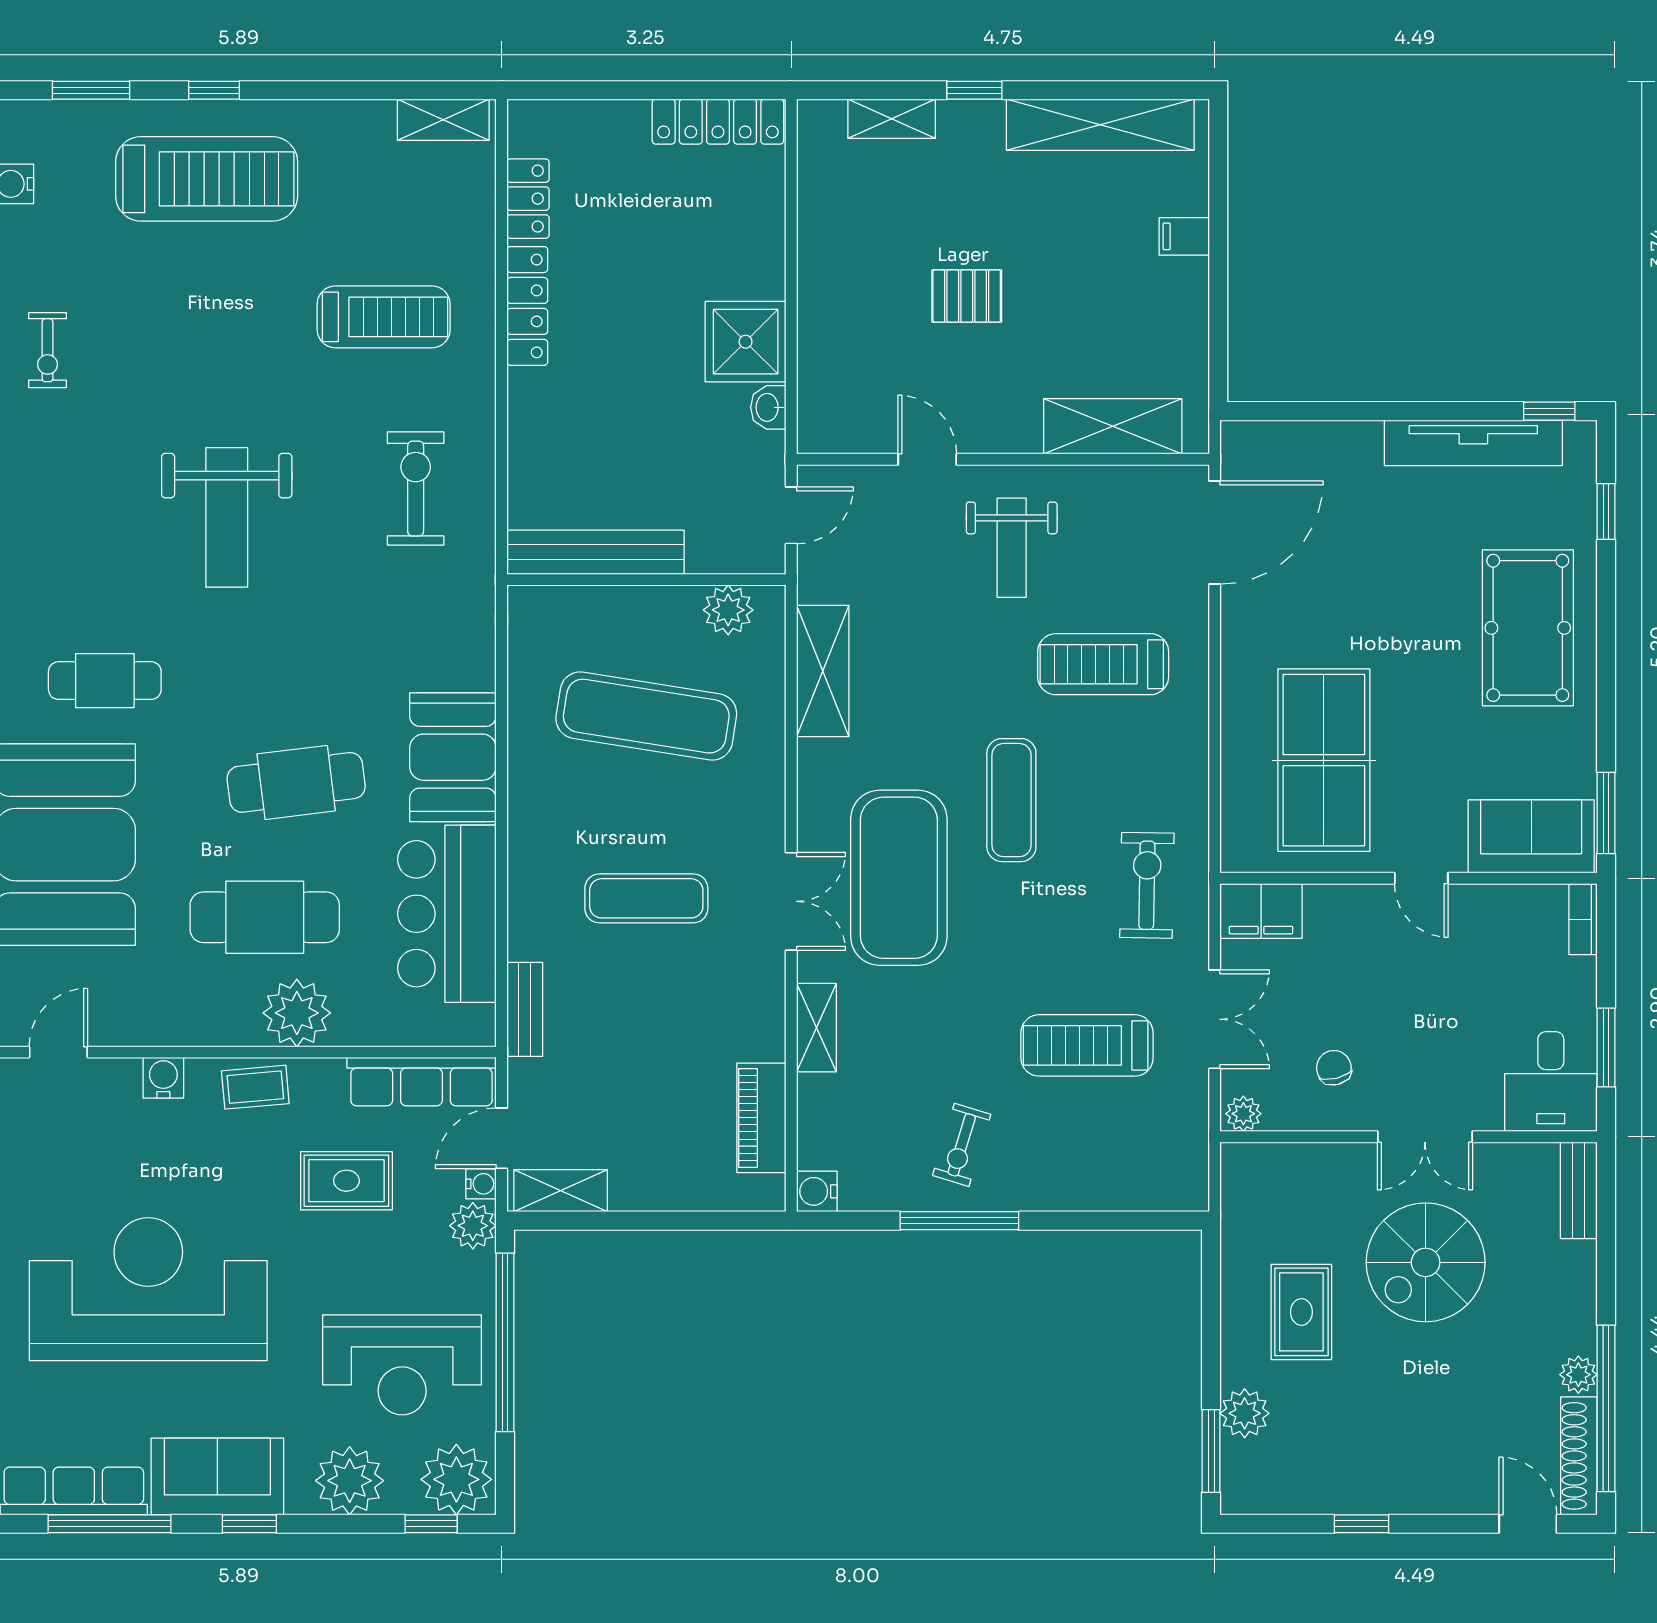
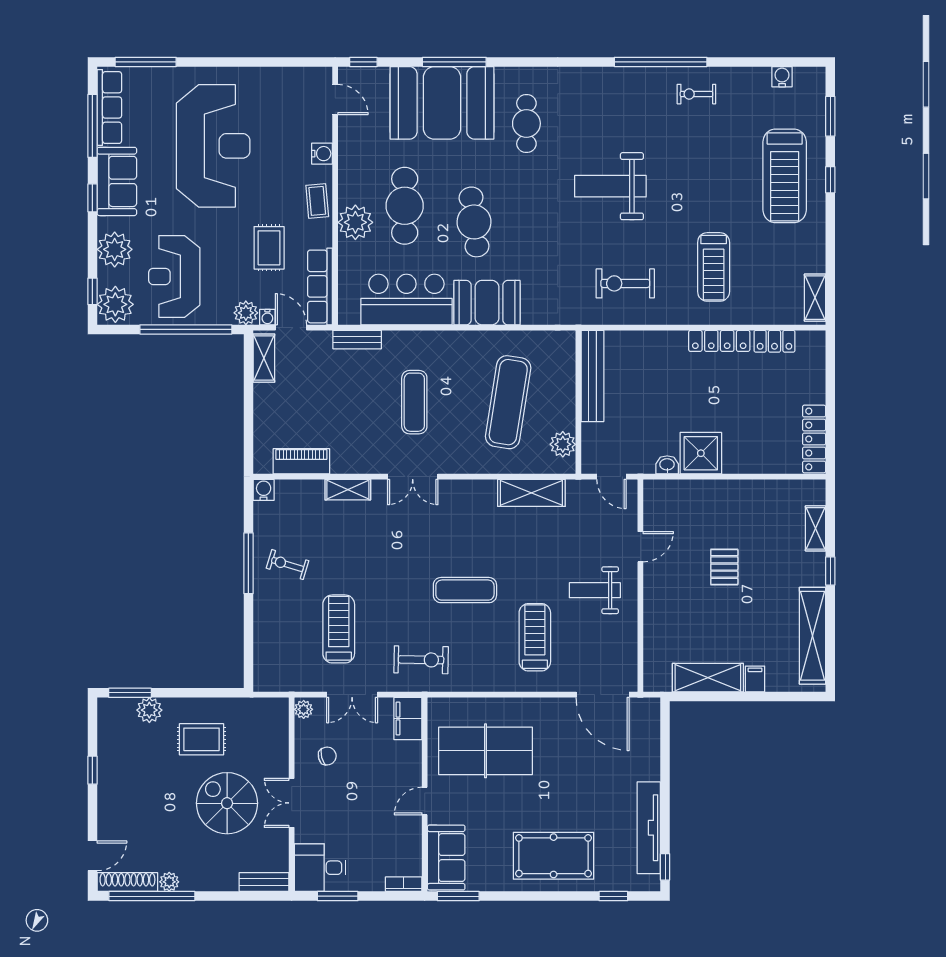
shelving: (1113, 426) -> (708, 678), moved, turned 90
exercise bike: (416, 489) -> (625, 283), turned 180
exercise mat: (899, 878) -> (425, 532), removed

